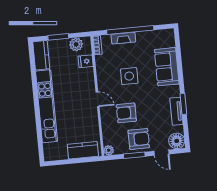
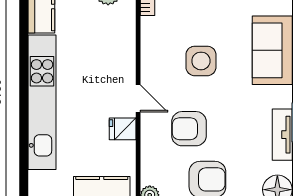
fridge: (86, 61) -> (123, 129), moved

